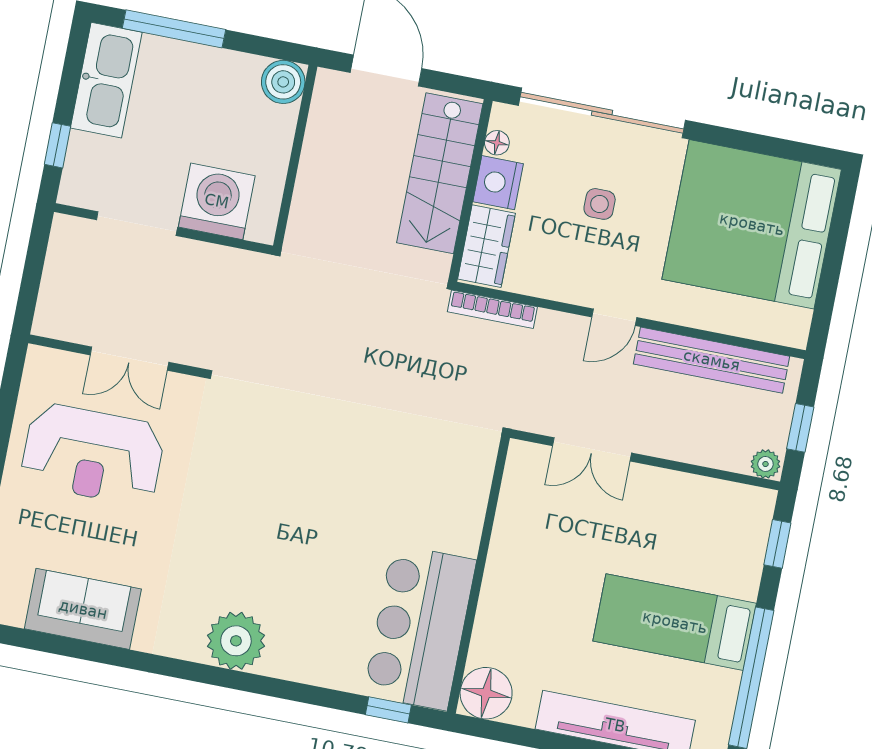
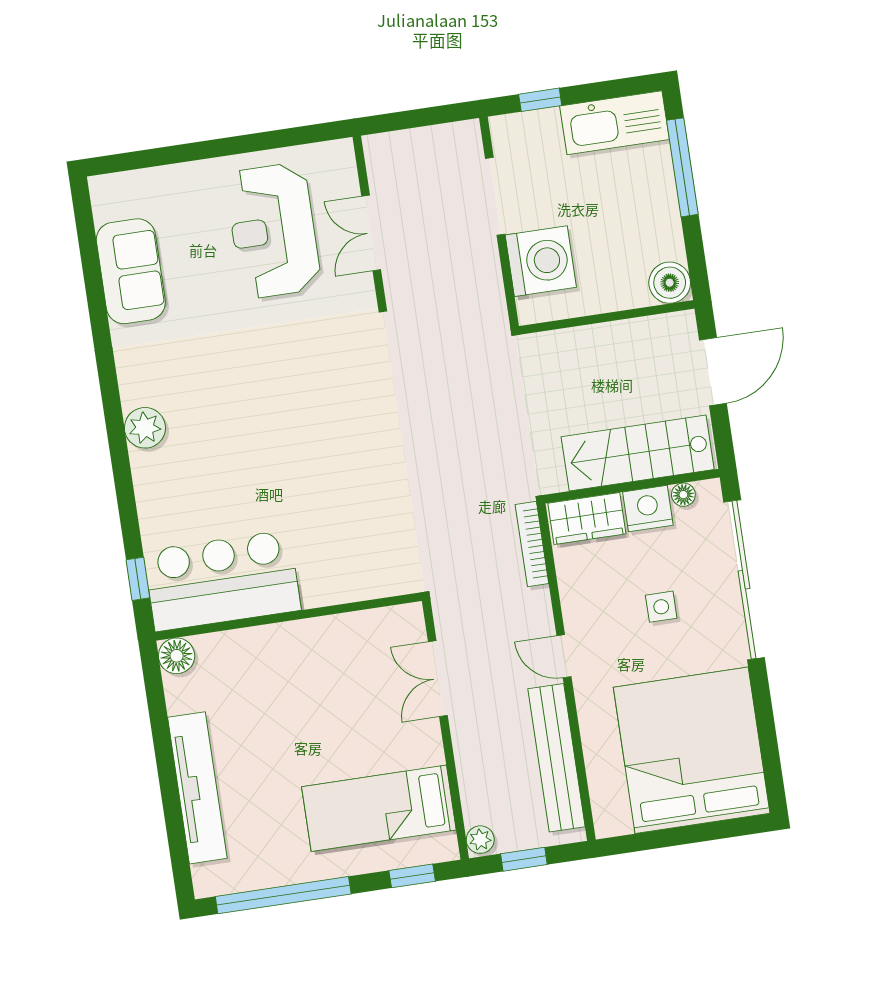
bed: (675, 622) -> (379, 808), moved, turned -90
plant: (236, 641) -> (145, 428), width x0.73, depth x0.73
floor lamp: (486, 693) -> (177, 656), width x0.73, depth x0.73

